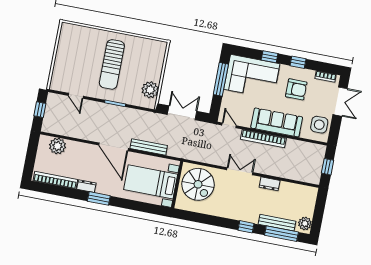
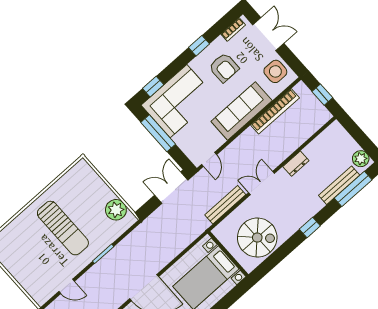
window: (270, 57) -> (153, 87), moved
armchair: (296, 89) -> (224, 68), turned 90
double door: (182, 113) -> (171, 188), moved
door: (229, 125) -> (209, 159), swing flipped
bookcase: (263, 139) -> (275, 111), moved
bench: (149, 147) -> (225, 205), moved
spiral stairs: (198, 184) -> (257, 238), moved
window: (246, 227) -> (310, 228), moved

